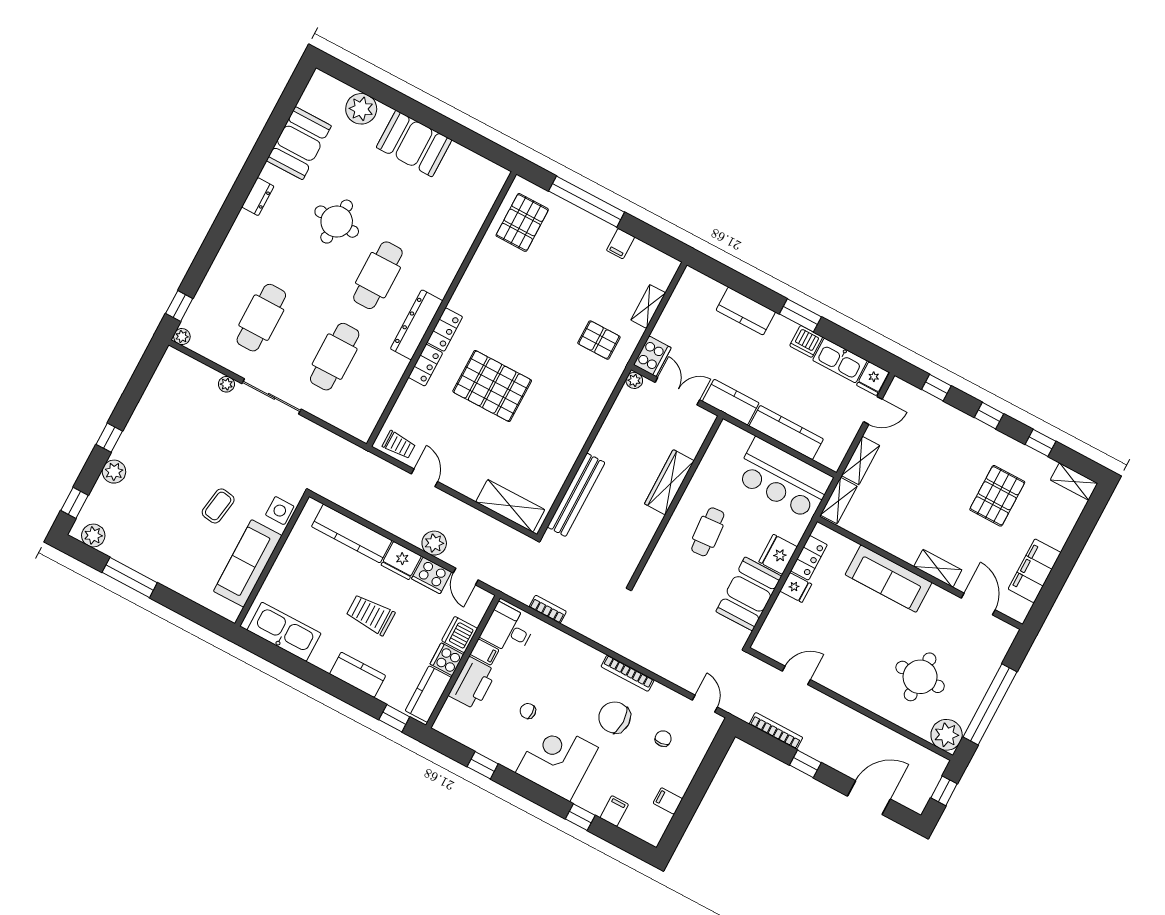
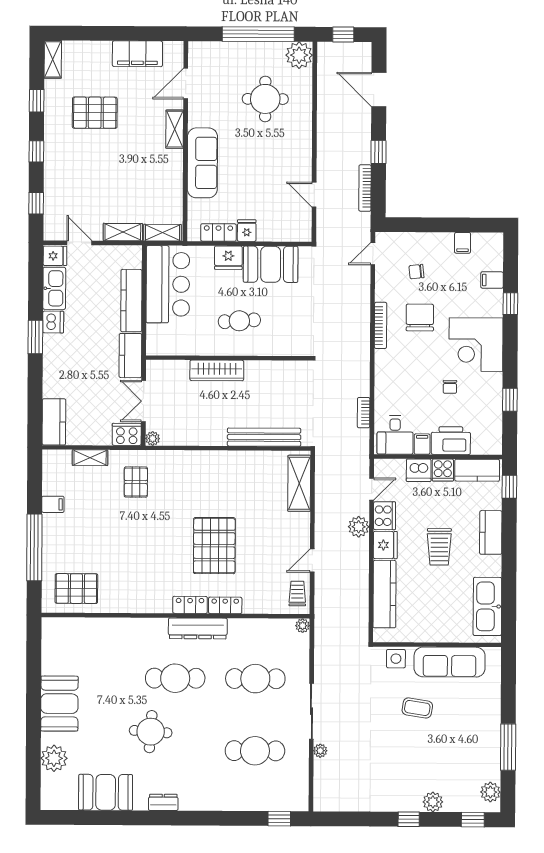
kitchen counter: (746, 311) -> (54, 422), moved
plant: (182, 337) -> (303, 626), moved
chair: (615, 717) -> (420, 318), turned 180

